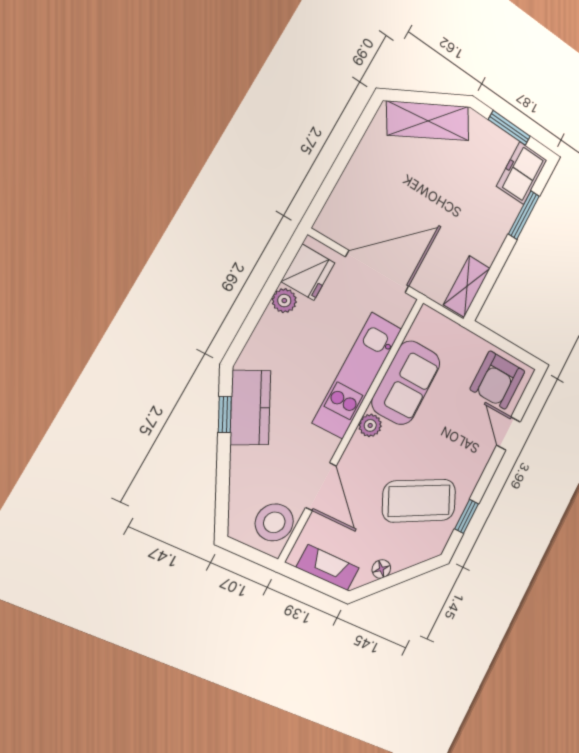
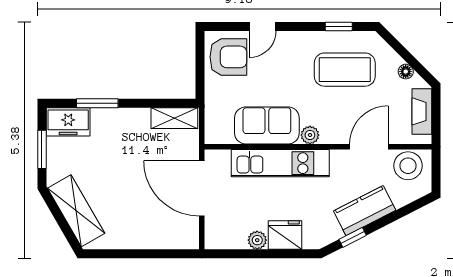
fridge: (308, 272) -> (285, 235), moved
kitchen counter: (250, 408) -> (365, 211), moved
coffee table: (419, 501) -> (345, 70), turned -63

